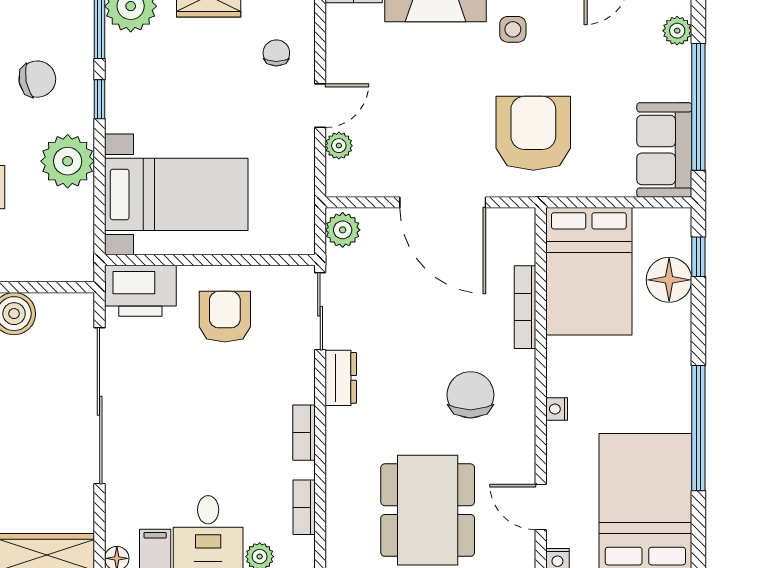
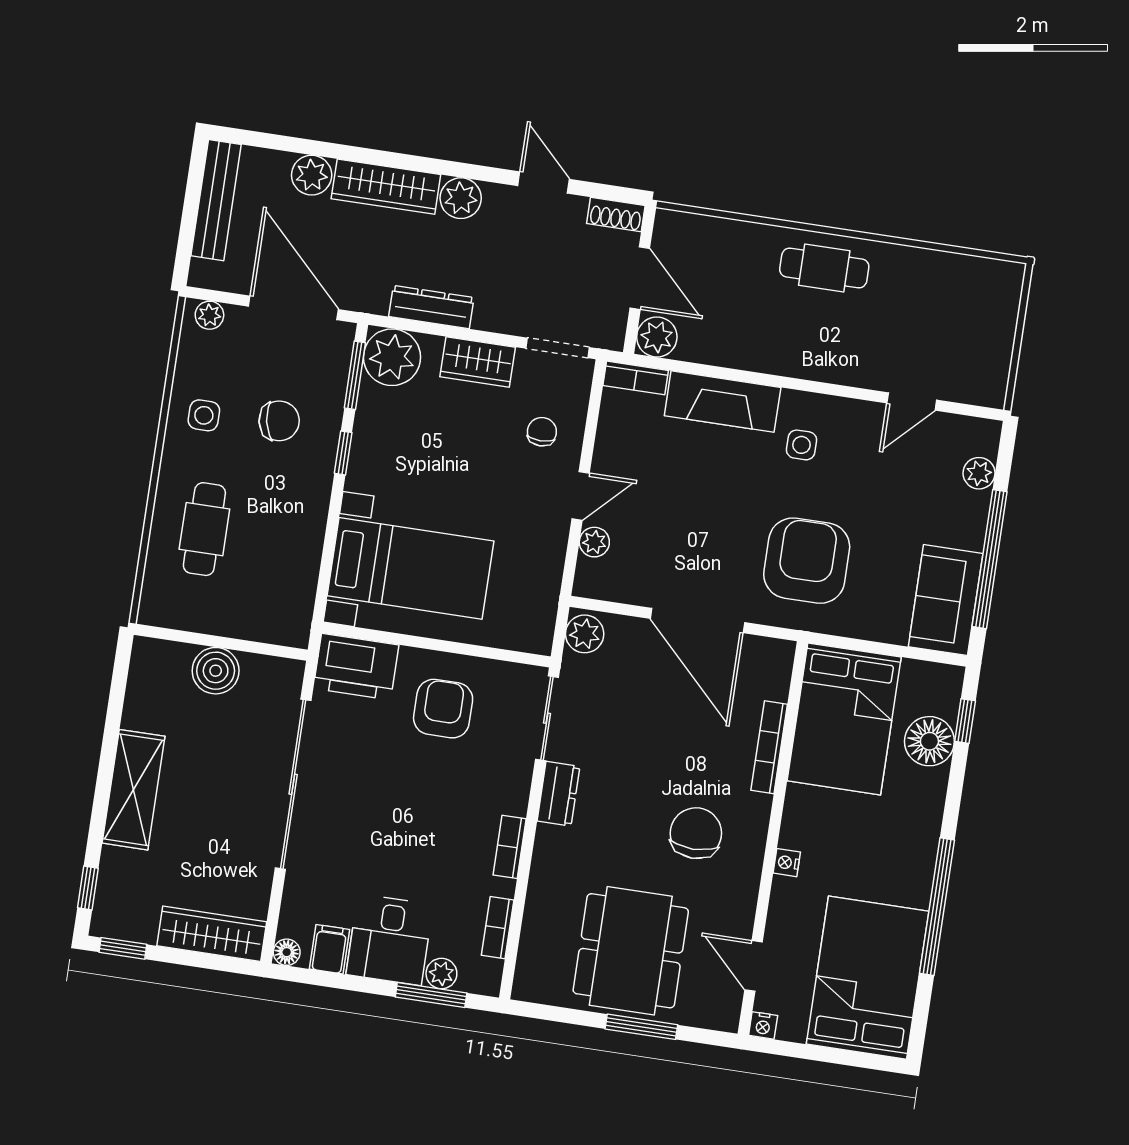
plant: (68, 161) -> (298, 515), removed

